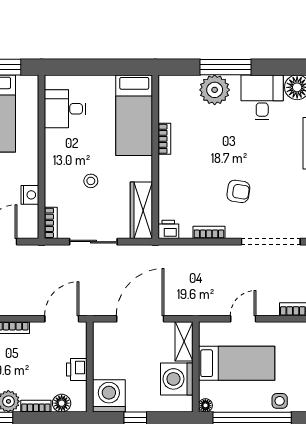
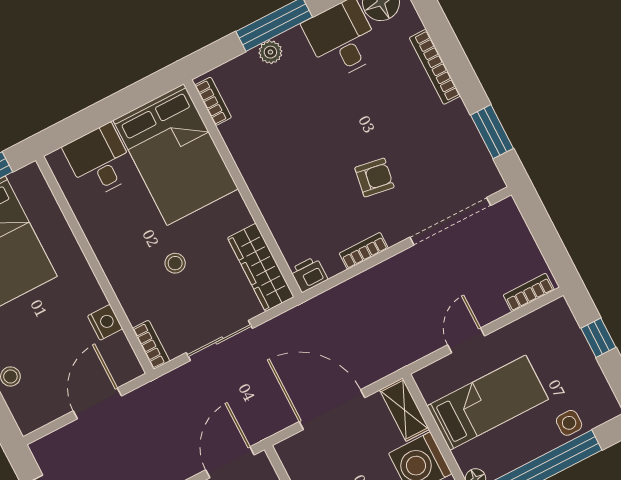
plant: (215, 90) -> (270, 52), width x0.53, depth x0.53
desk: (65, 109) -> (100, 161), moved, turned 90
bed: (134, 115) -> (176, 155), width x1.50
bookcase: (164, 139) -> (213, 101), moved
door: (140, 319) -> (332, 410), hinge flipped

